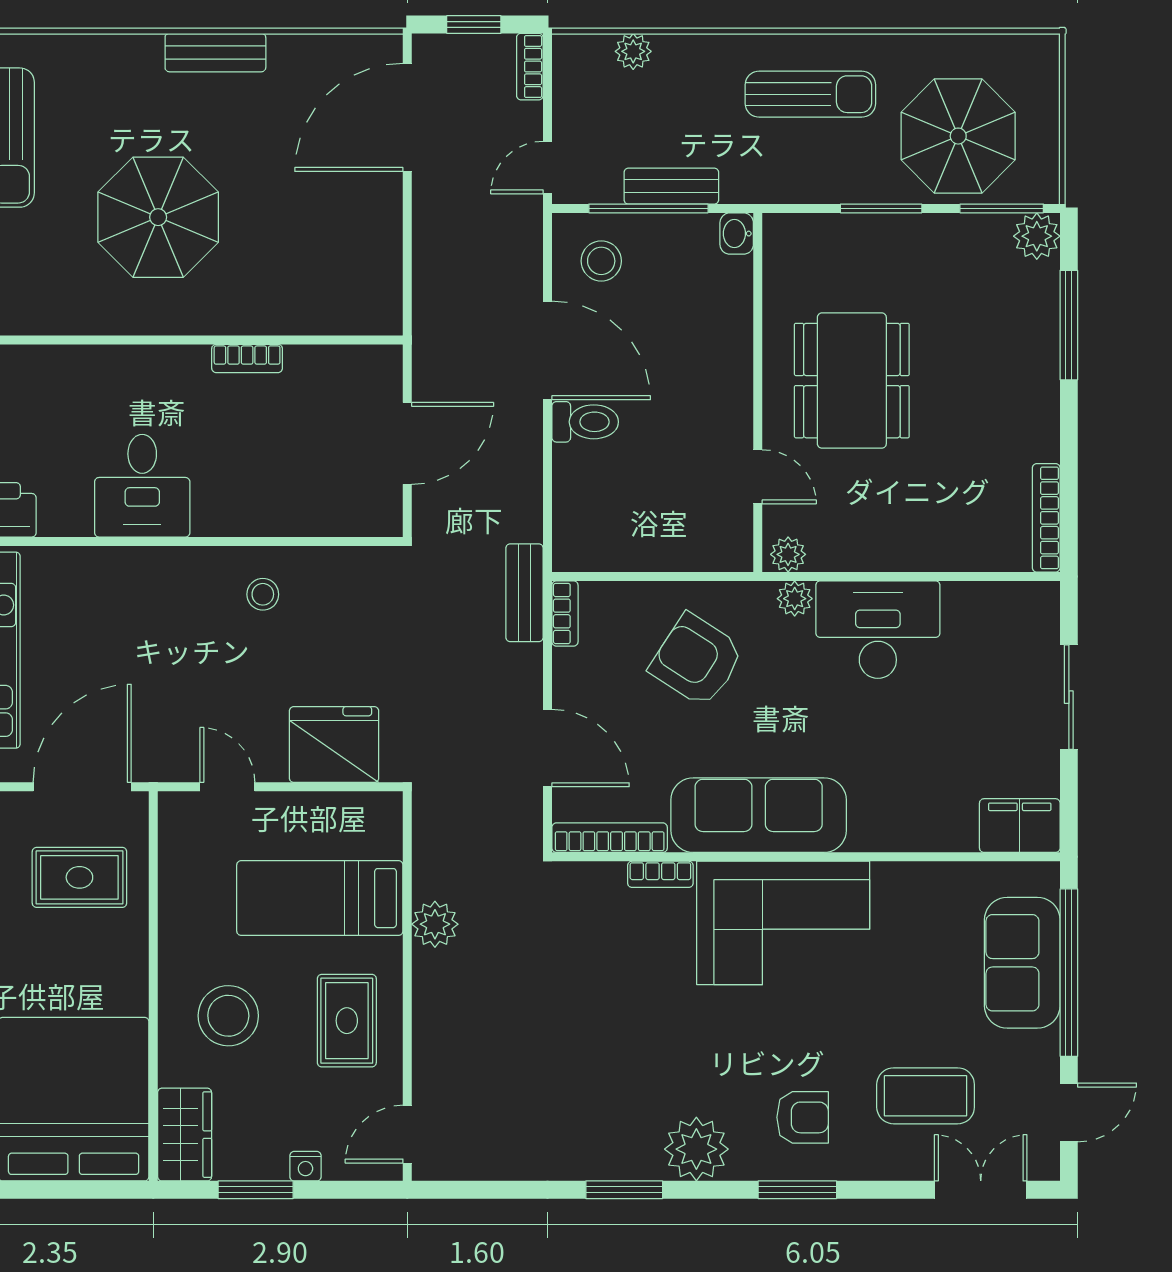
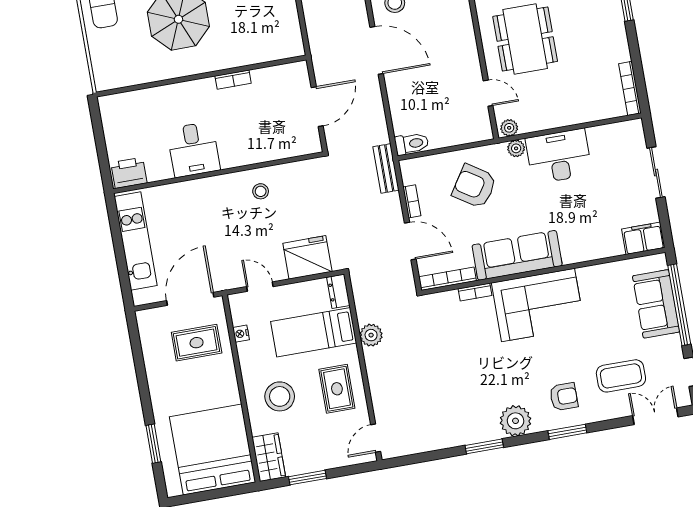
toilet: (585, 422) -> (412, 144), moved
bookcase: (565, 613) -> (412, 201), moved
dresser: (384, 824) -> (338, 291), added
nightstand: (305, 1166) -> (241, 334), moved, turned 90

